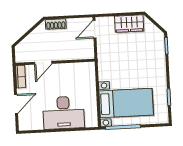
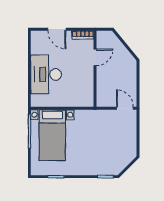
shoe rack: (56, 24) -> (132, 71), removed
wardrobe: (129, 24) -> (129, 142), removed
door: (43, 63) -> (95, 57), swing flipped

